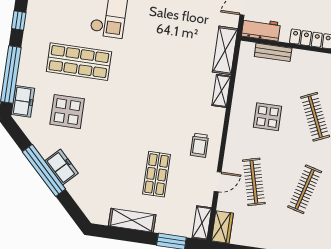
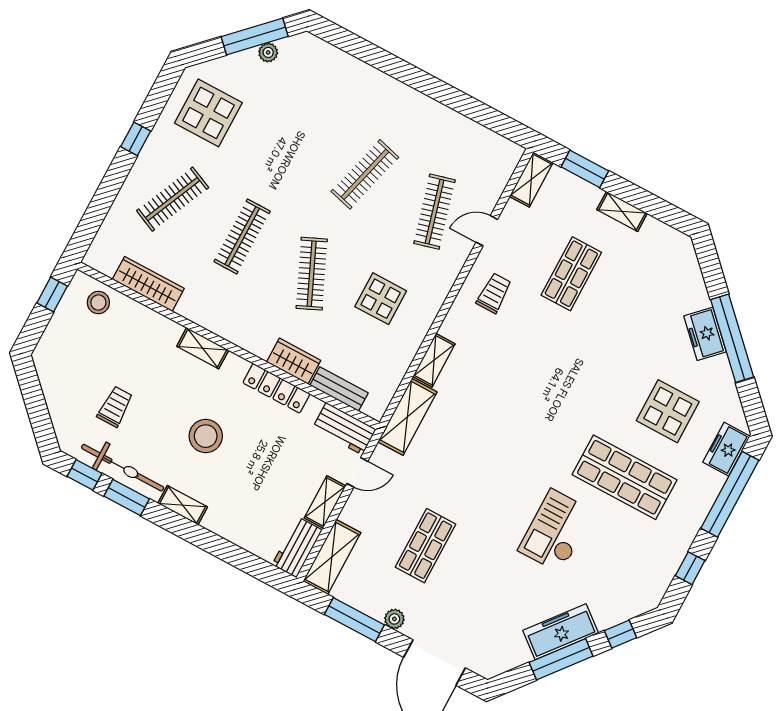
shelving: (132, 220) -> (622, 211), width x0.67, depth x0.75
wardrobe: (222, 227) -> (294, 361), moved, turned 90

